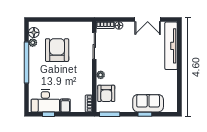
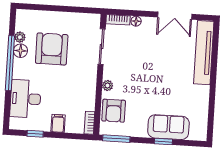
floor lamp: (34, 32) -> (20, 51), moved
desk: (45, 101) -> (25, 99), moved, turned 90

